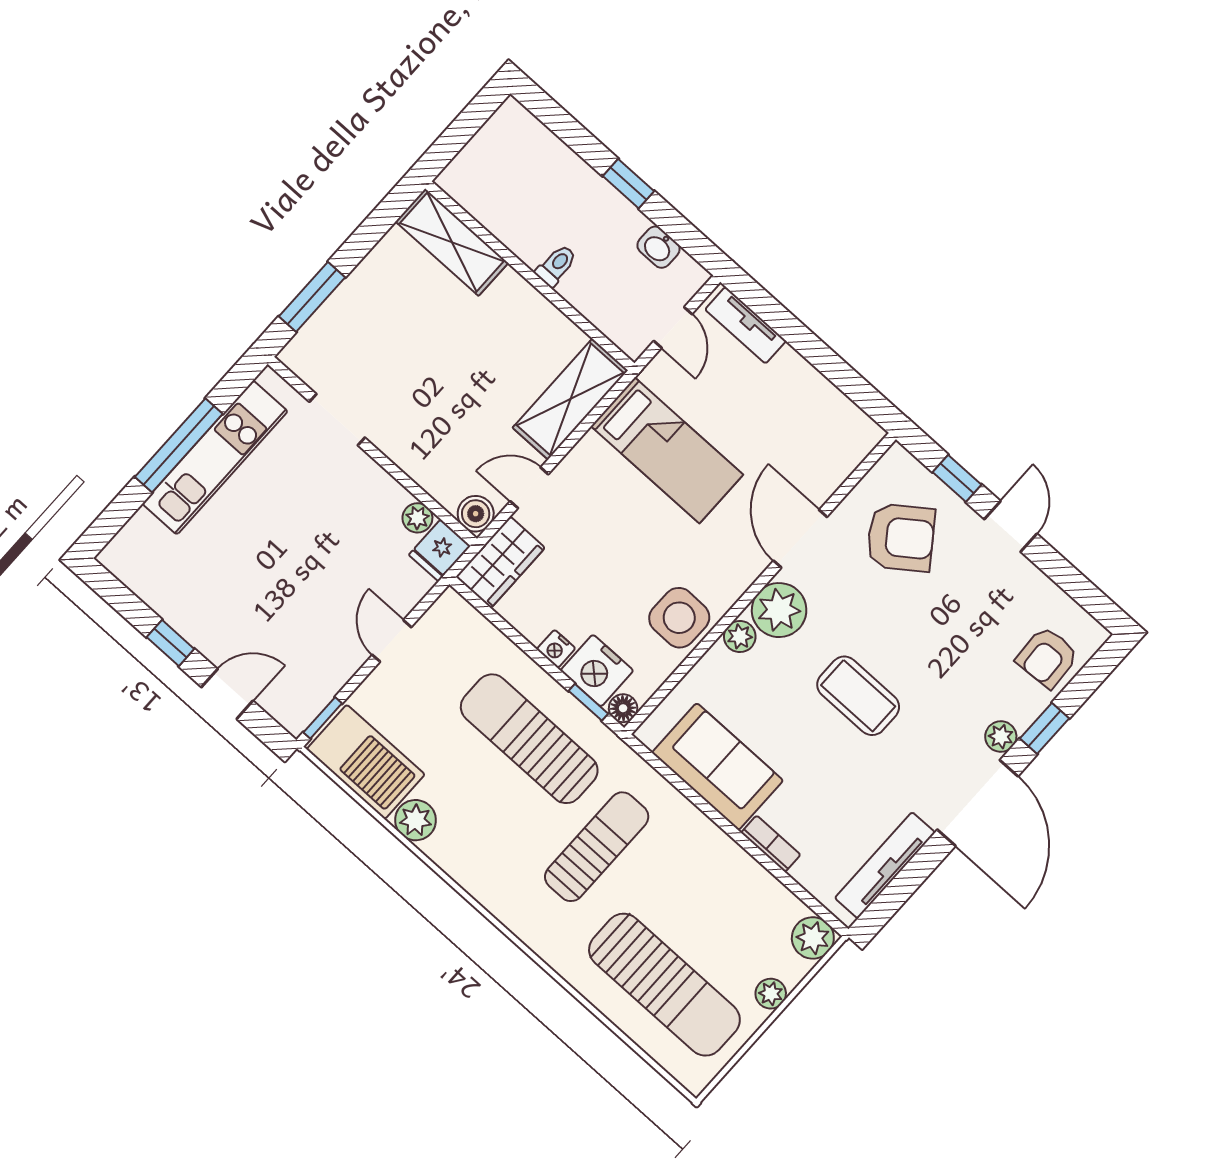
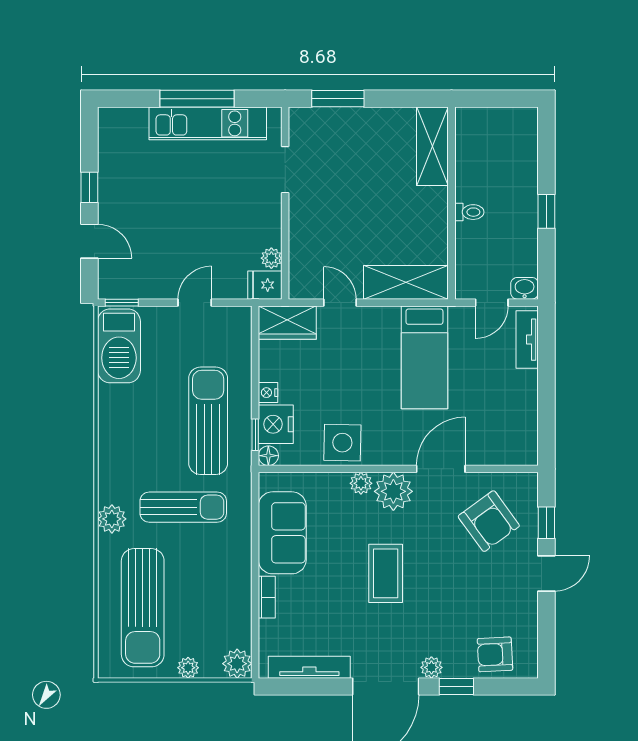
washbasin: (659, 247) -> (525, 288), moved, turned 90
boiler: (476, 514) -> (301, 287), removed
plant: (416, 820) -> (112, 519), moved

